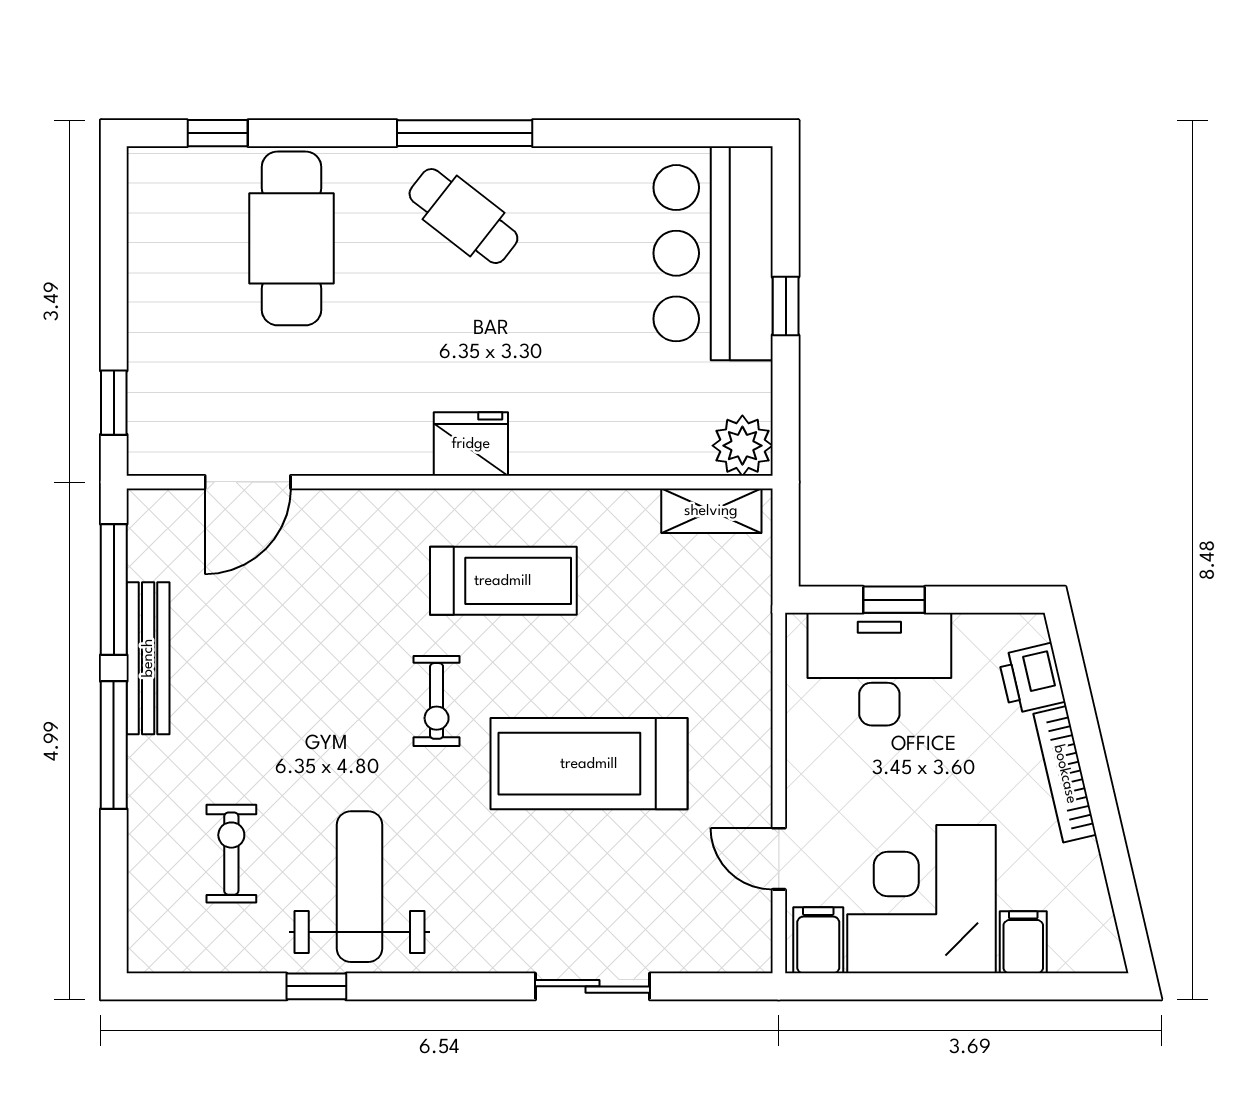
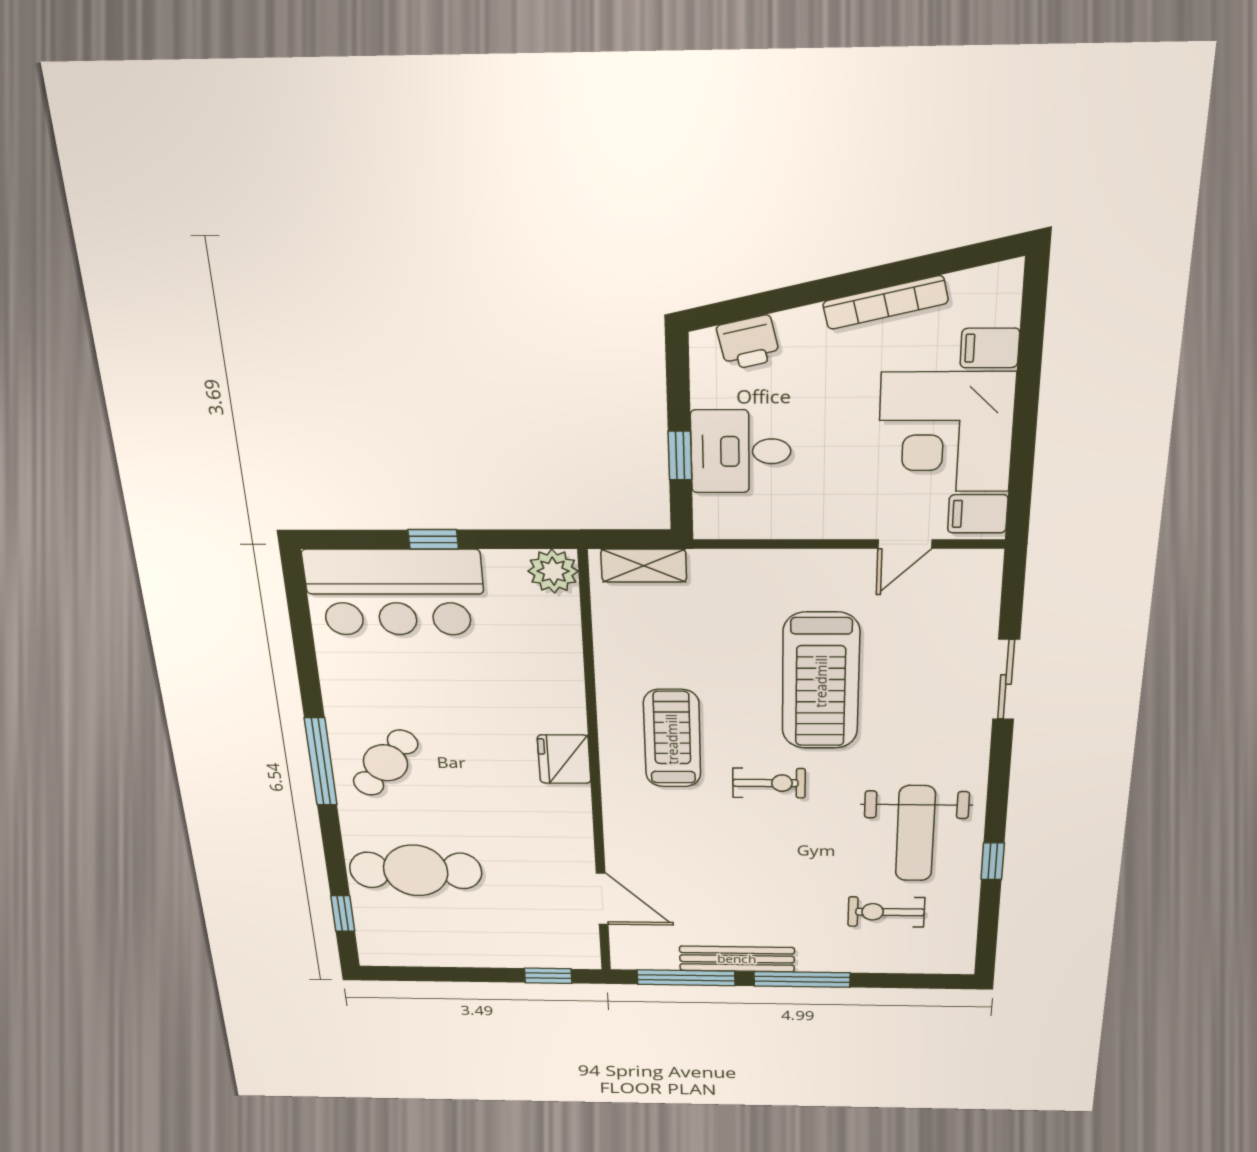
shelving: (711, 511) -> (644, 566), moved, turned 90
desk: (879, 669) -> (741, 451), width x0.73
bookcase: (1065, 774) -> (885, 302), moved
weight bench: (359, 887) -> (915, 834), turned -90

